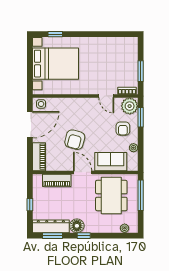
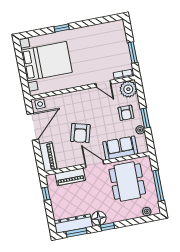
window: (55, 34) -> (62, 28), moved
window: (141, 117) -> (145, 118), moved
window: (141, 195) -> (158, 186), moved
window: (30, 205) -> (46, 194), moved

